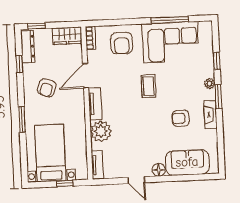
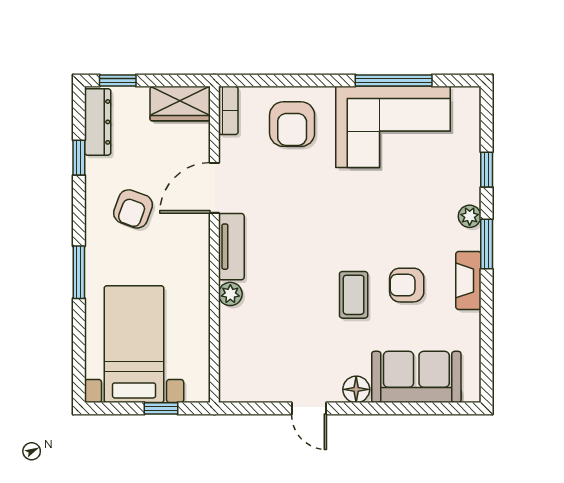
coffee table: (148, 86) -> (354, 295), moved
plant: (101, 131) -> (230, 294), width x0.53, depth x0.53
tv unit: (97, 165) -> (230, 373), removed

